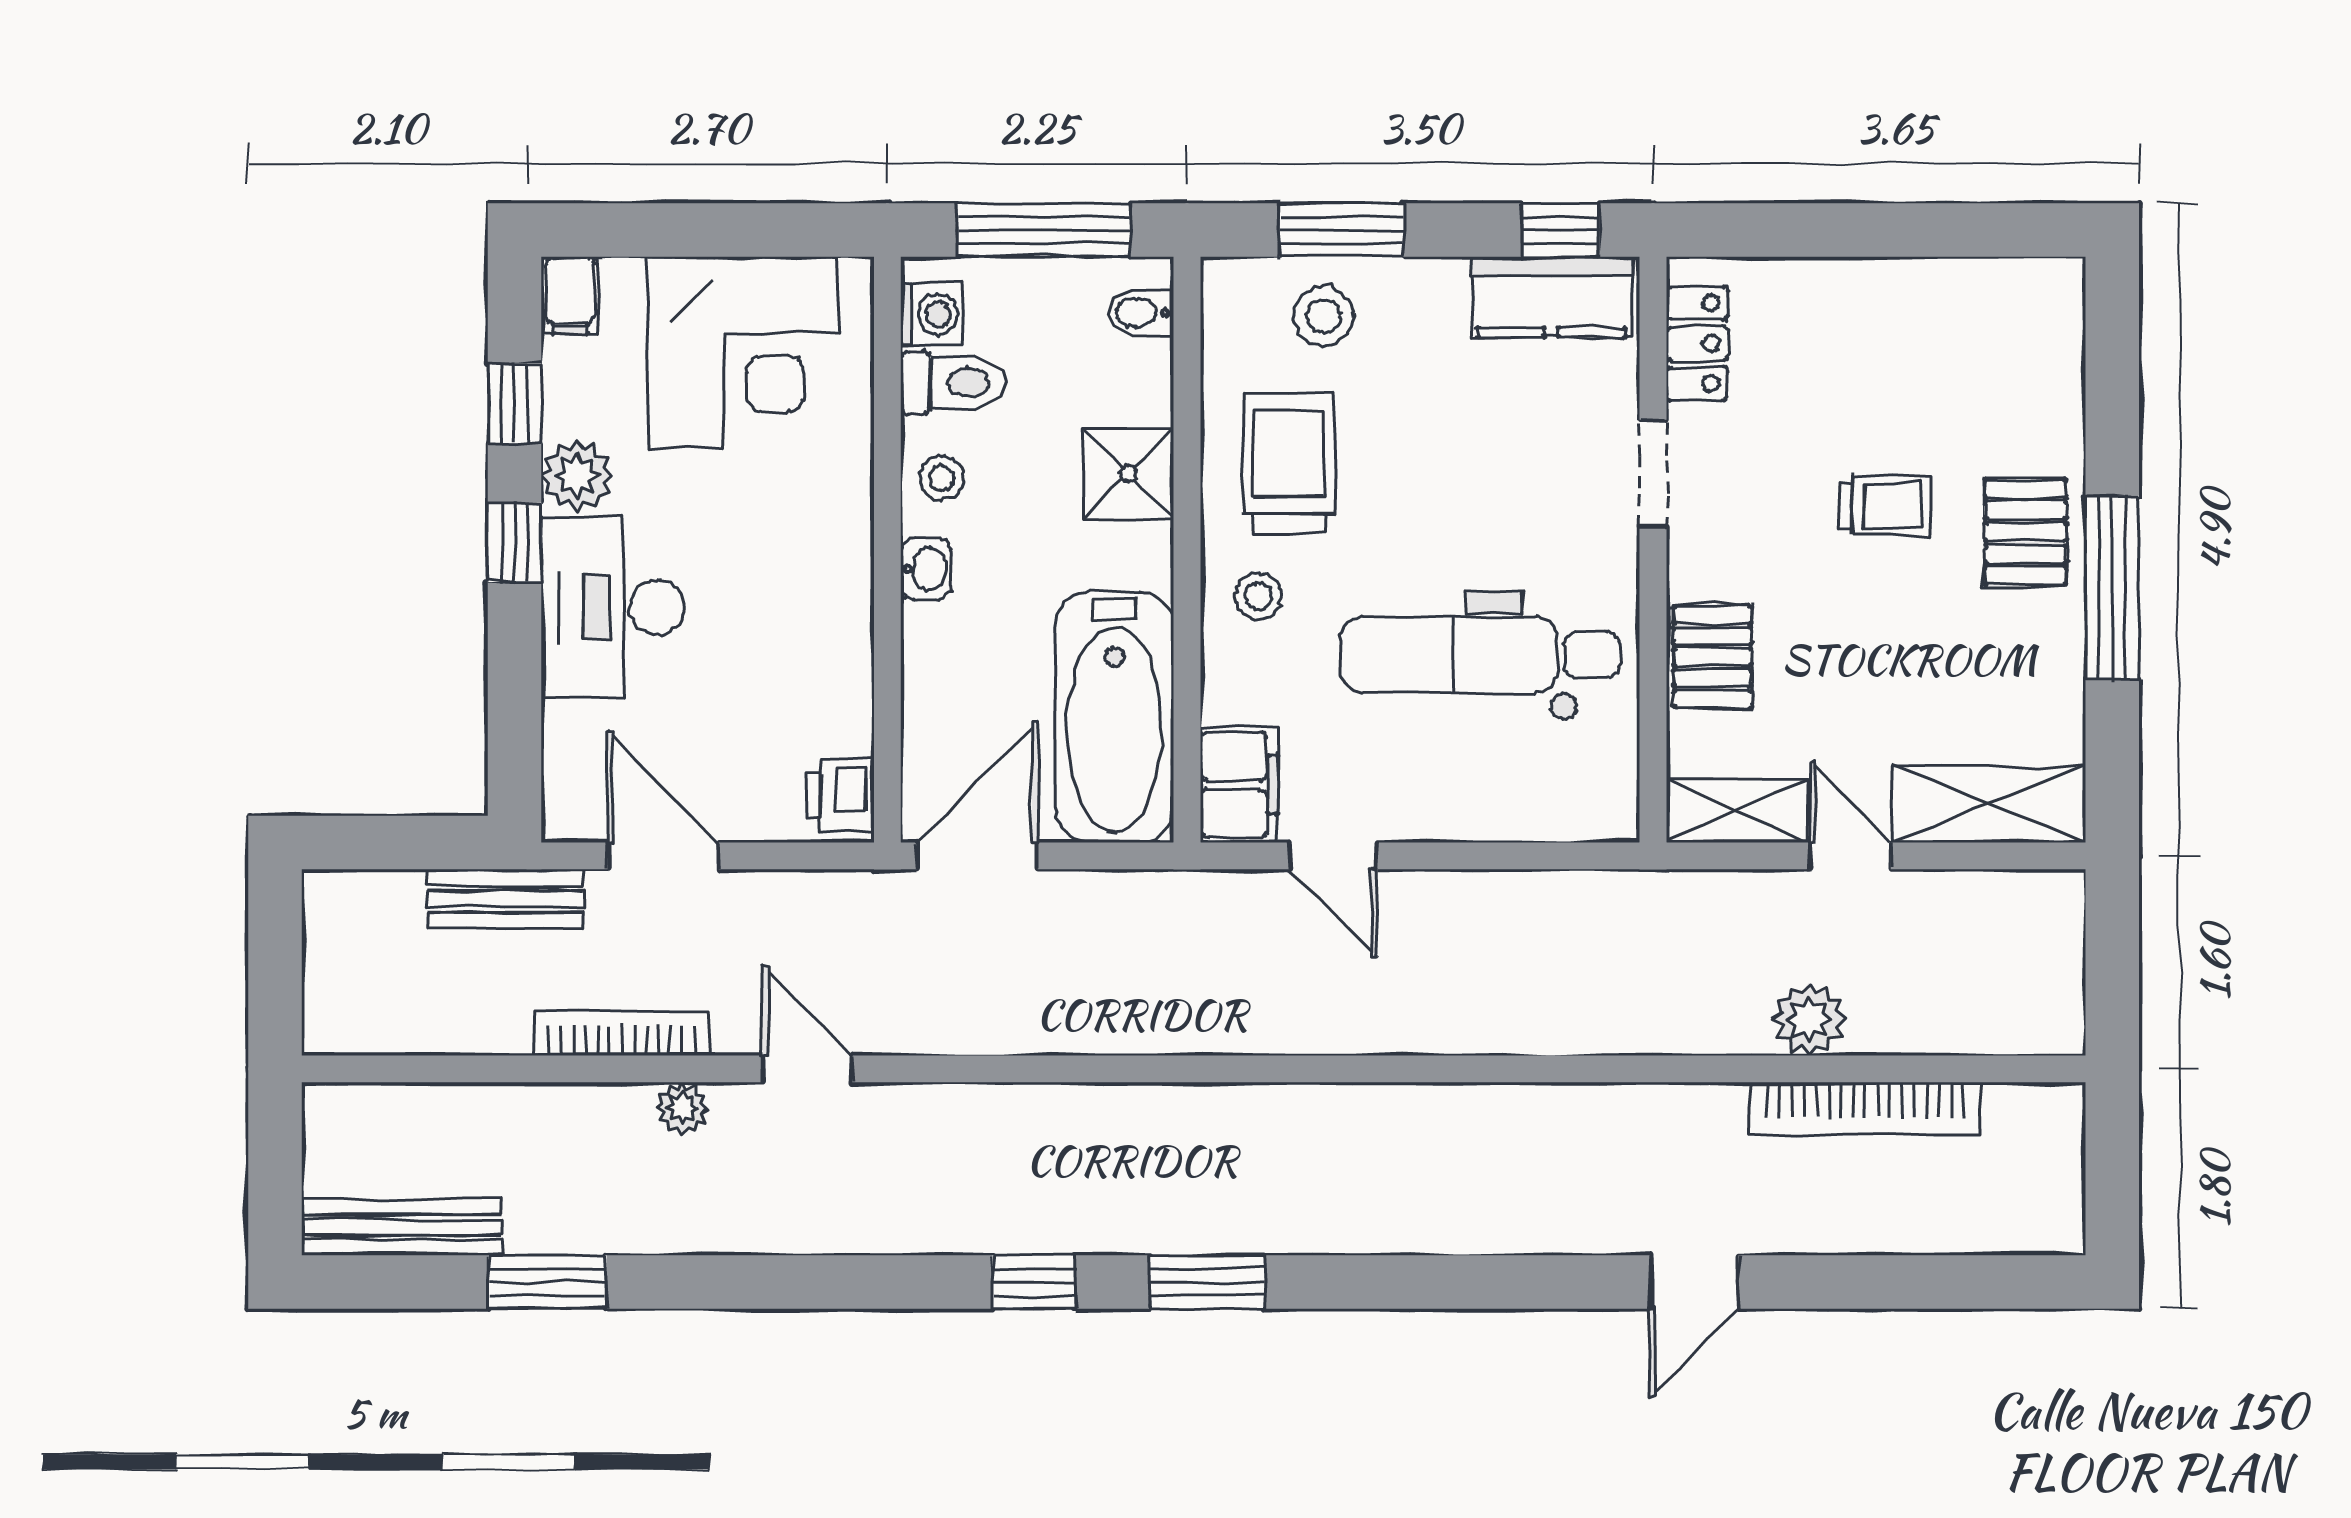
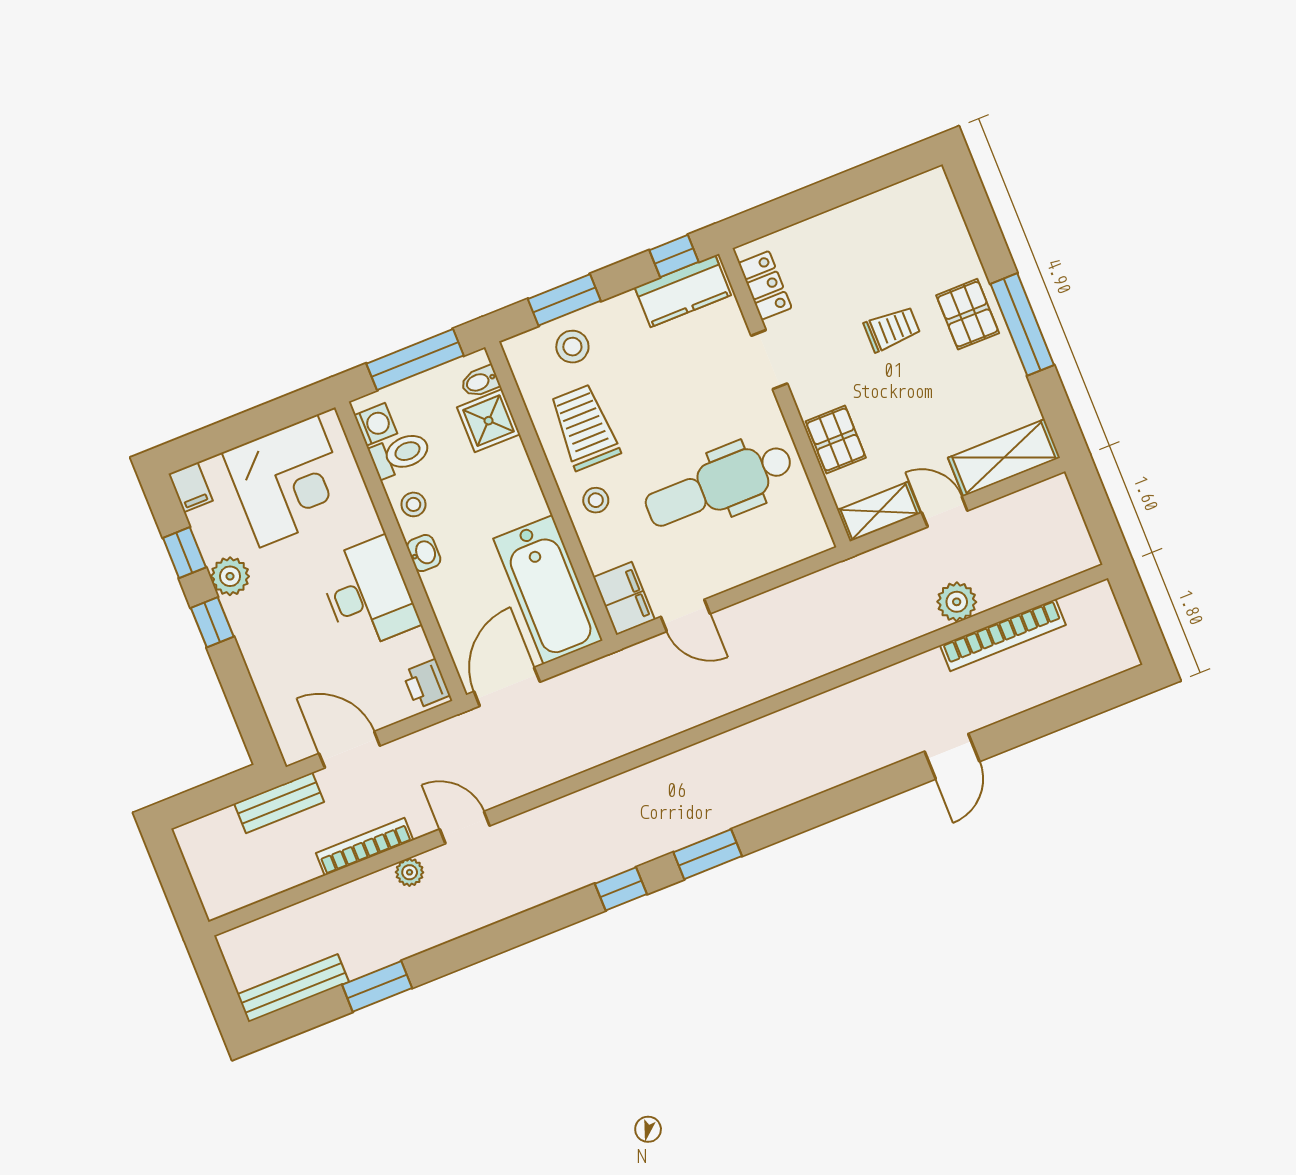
shower: (1128, 474) -> (489, 421), moved
desk: (613, 607) -> (368, 593), moved, turned 180

